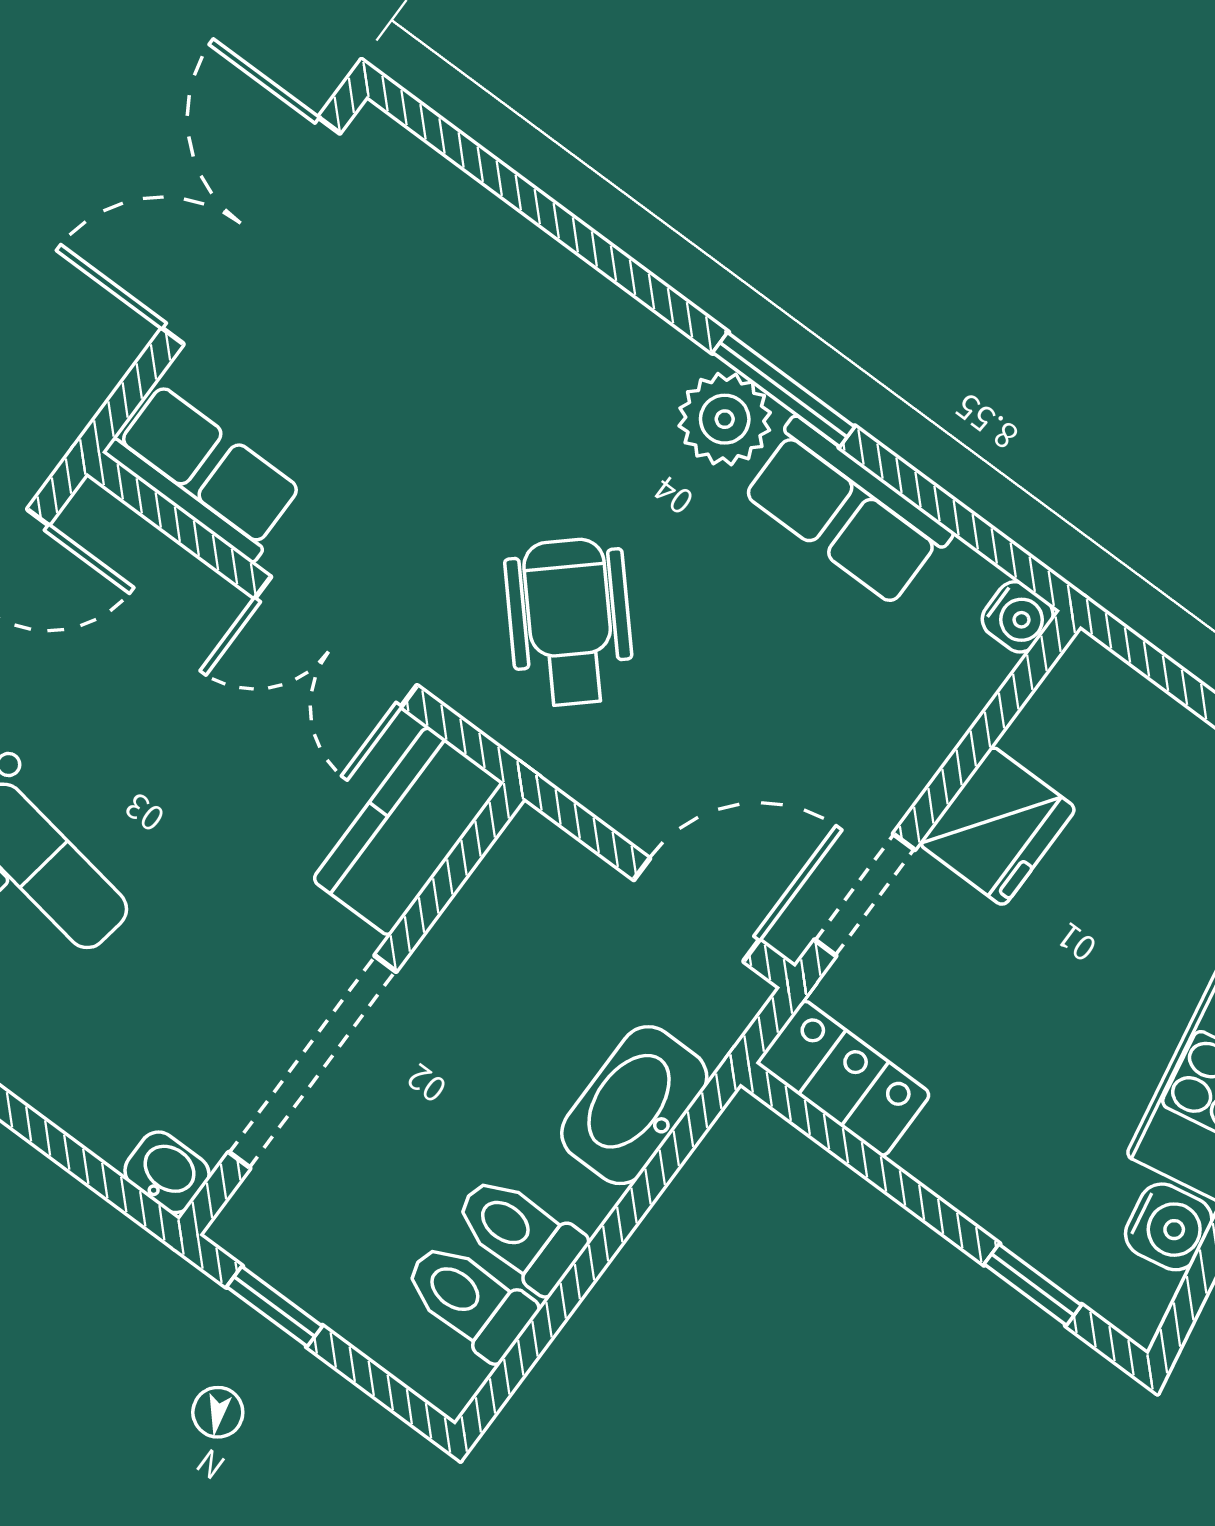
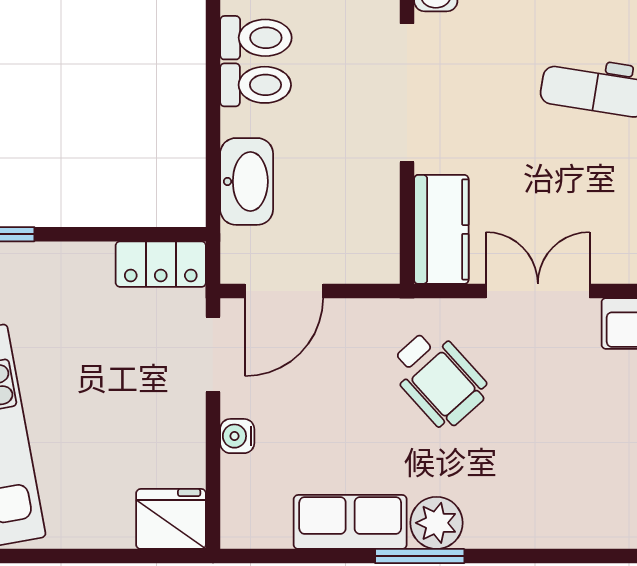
water cooler: (1018, 617) -> (237, 436), moved
fridge: (998, 826) -> (171, 519), moved, turned 90

